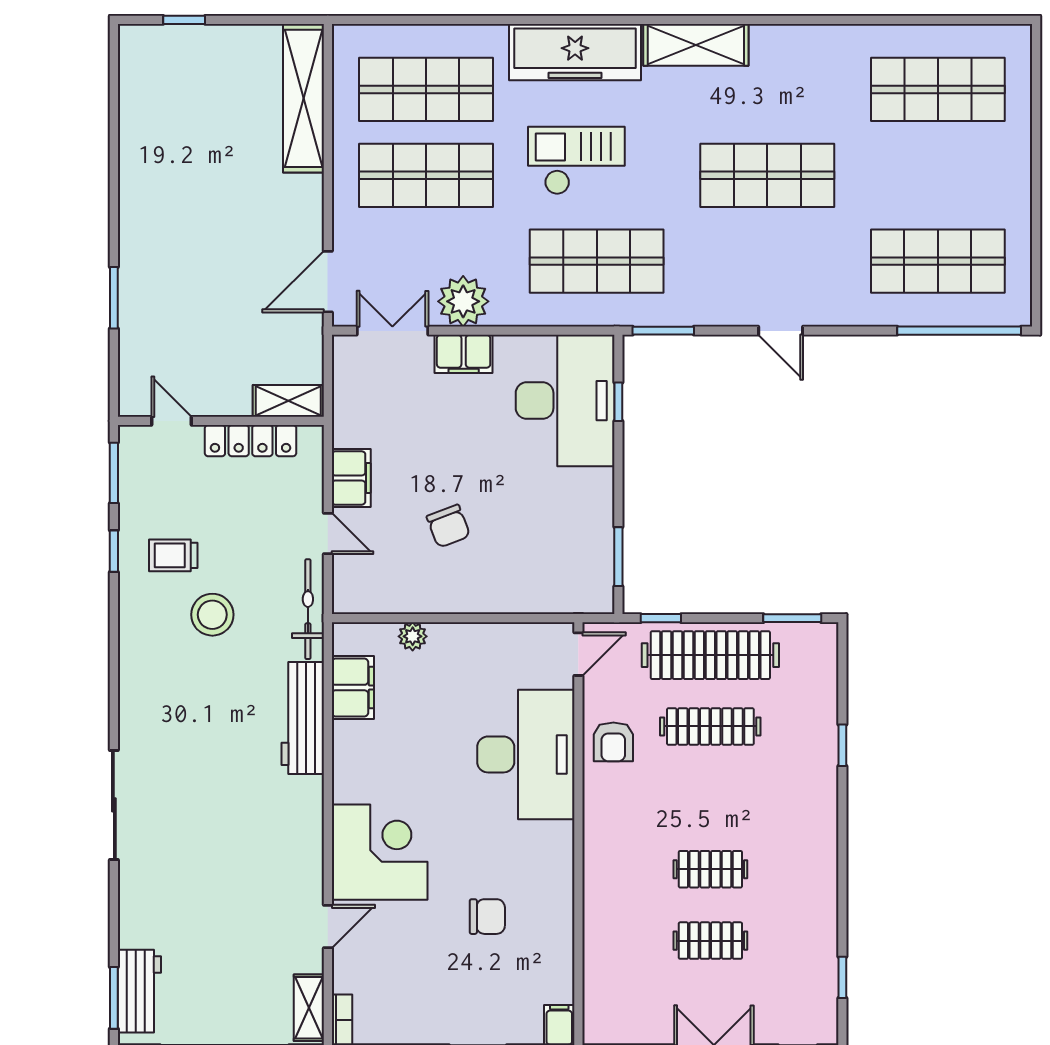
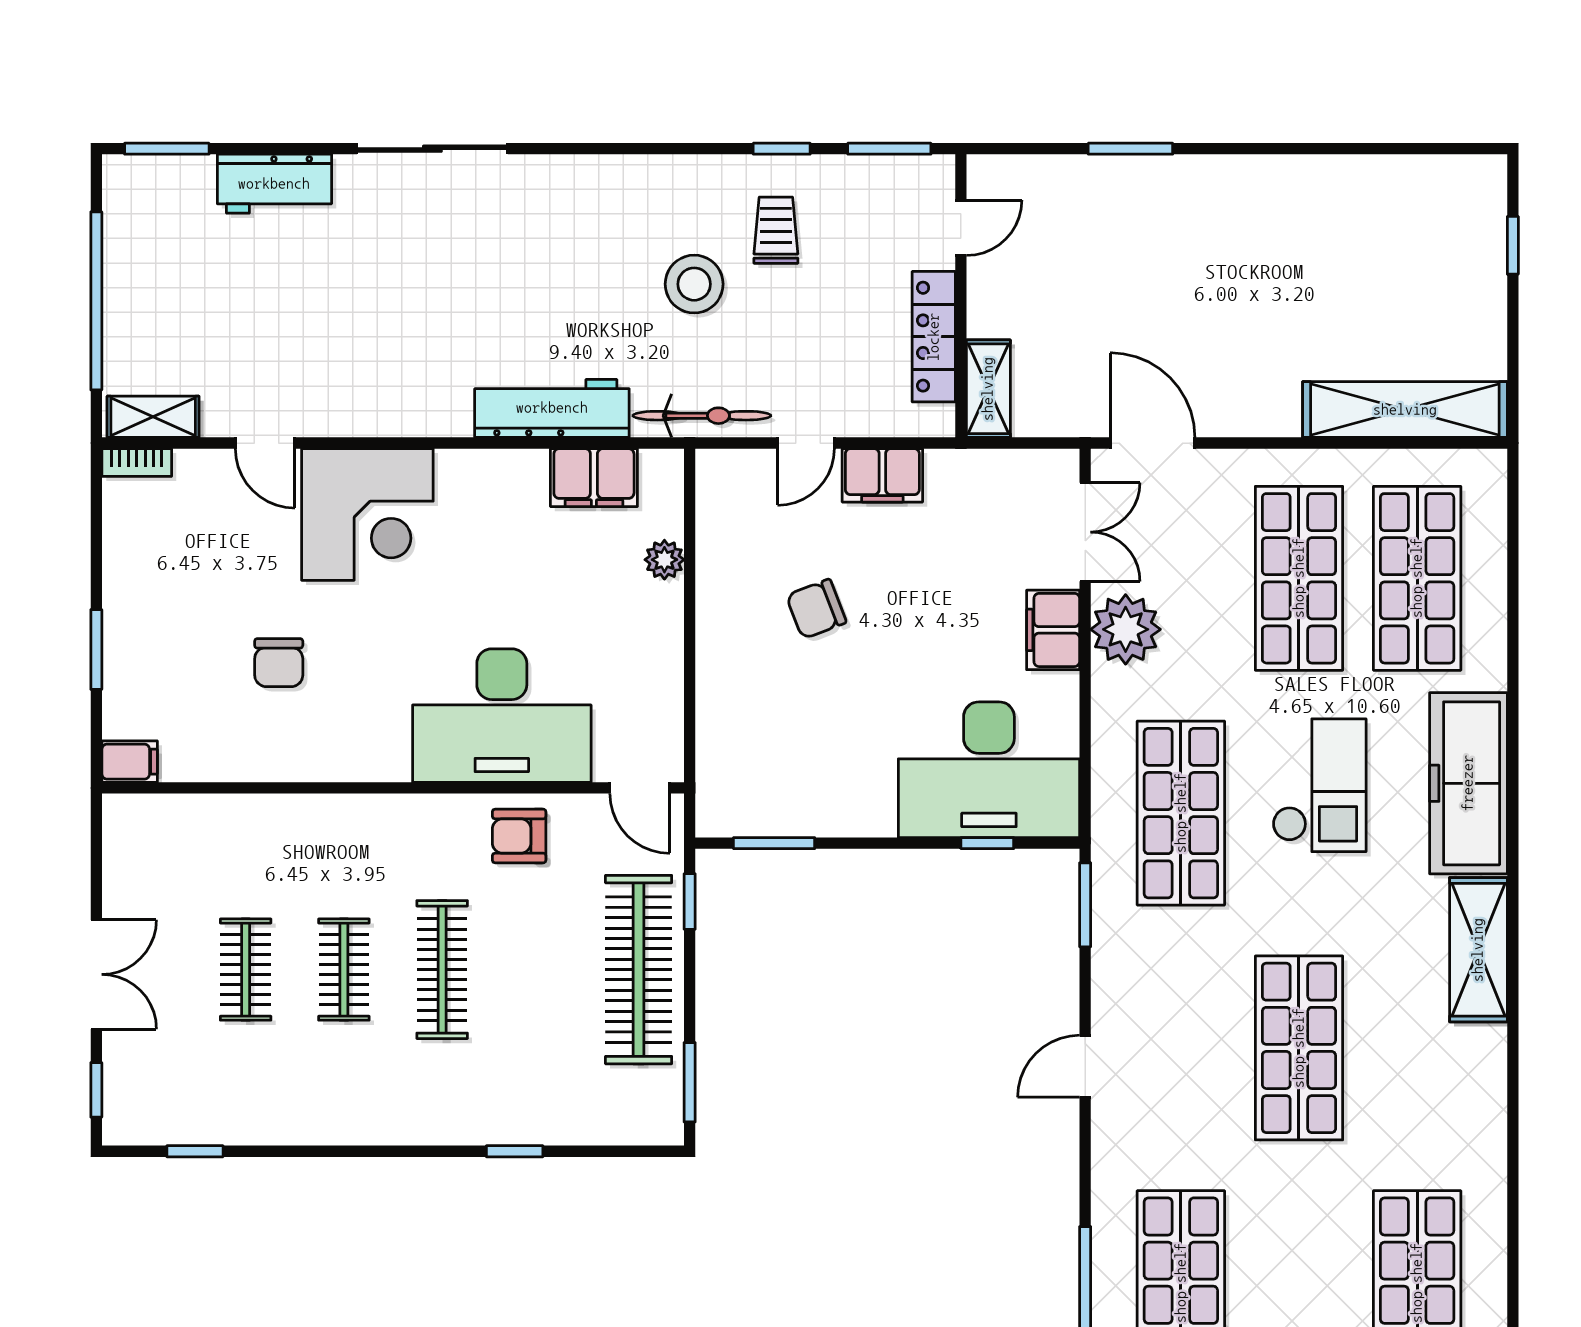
clothes rail: (710, 726) -> (442, 970), moved
workbench: (139, 991) -> (274, 184), moved

